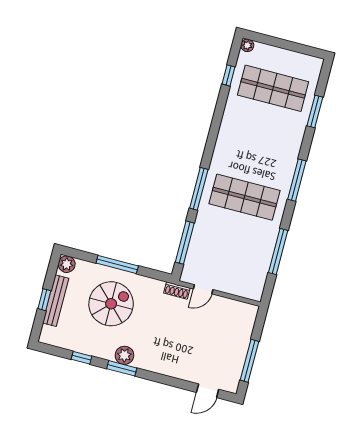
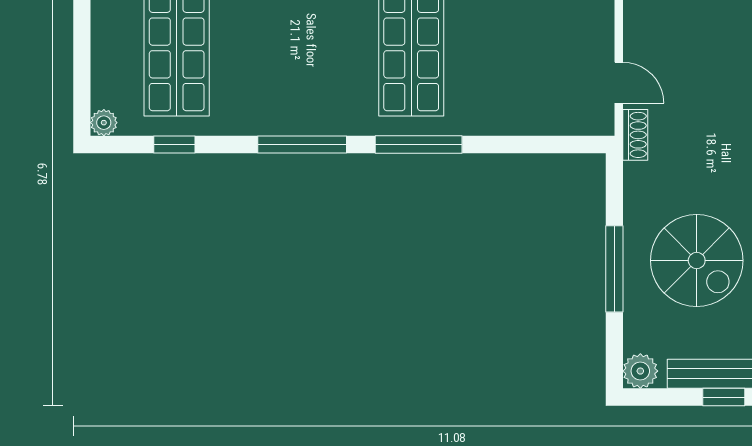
window: (185, 243) -> (302, 144), moved
spiral stairs: (111, 304) -> (697, 261), turned 180

